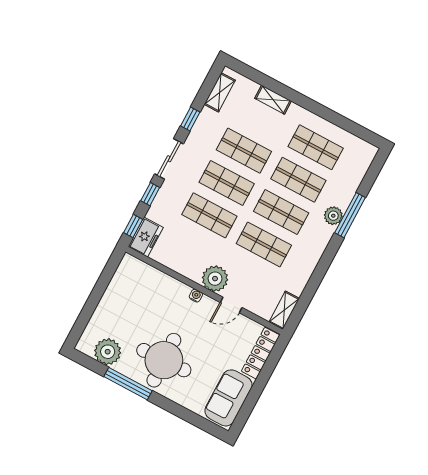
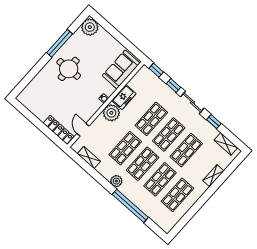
window: (350, 215) -> (130, 206), width x1.46
plant: (333, 216) -> (116, 181), moved
freezer: (146, 237) -> (124, 97), moved, turned -90
door: (231, 305) -> (83, 130), moved
shelving: (284, 310) -> (89, 158), moved
plant: (108, 352) -> (90, 27), moved
round table: (164, 360) -> (69, 69), width x0.73, depth x0.73
sofa: (228, 398) -> (121, 69), moved, turned -90

